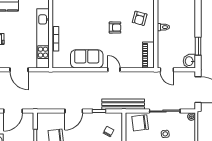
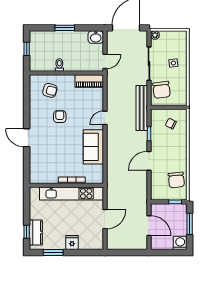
window: (198, 46) -> (65, 28), moved
door: (74, 111) -> (149, 161), swing flipped

